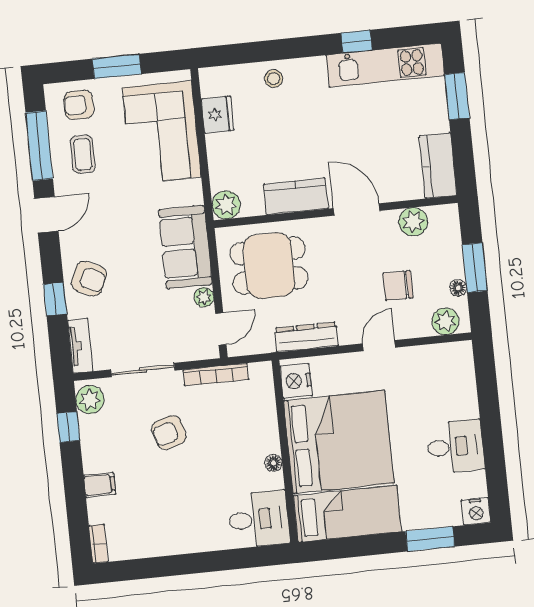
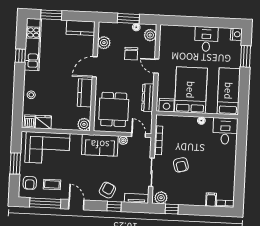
dishwasher: (214, 84) -> (30, 122), added
bed: (339, 442) -> (191, 90), width x0.73
filing cabinet: (100, 485) -> (211, 200), moved

